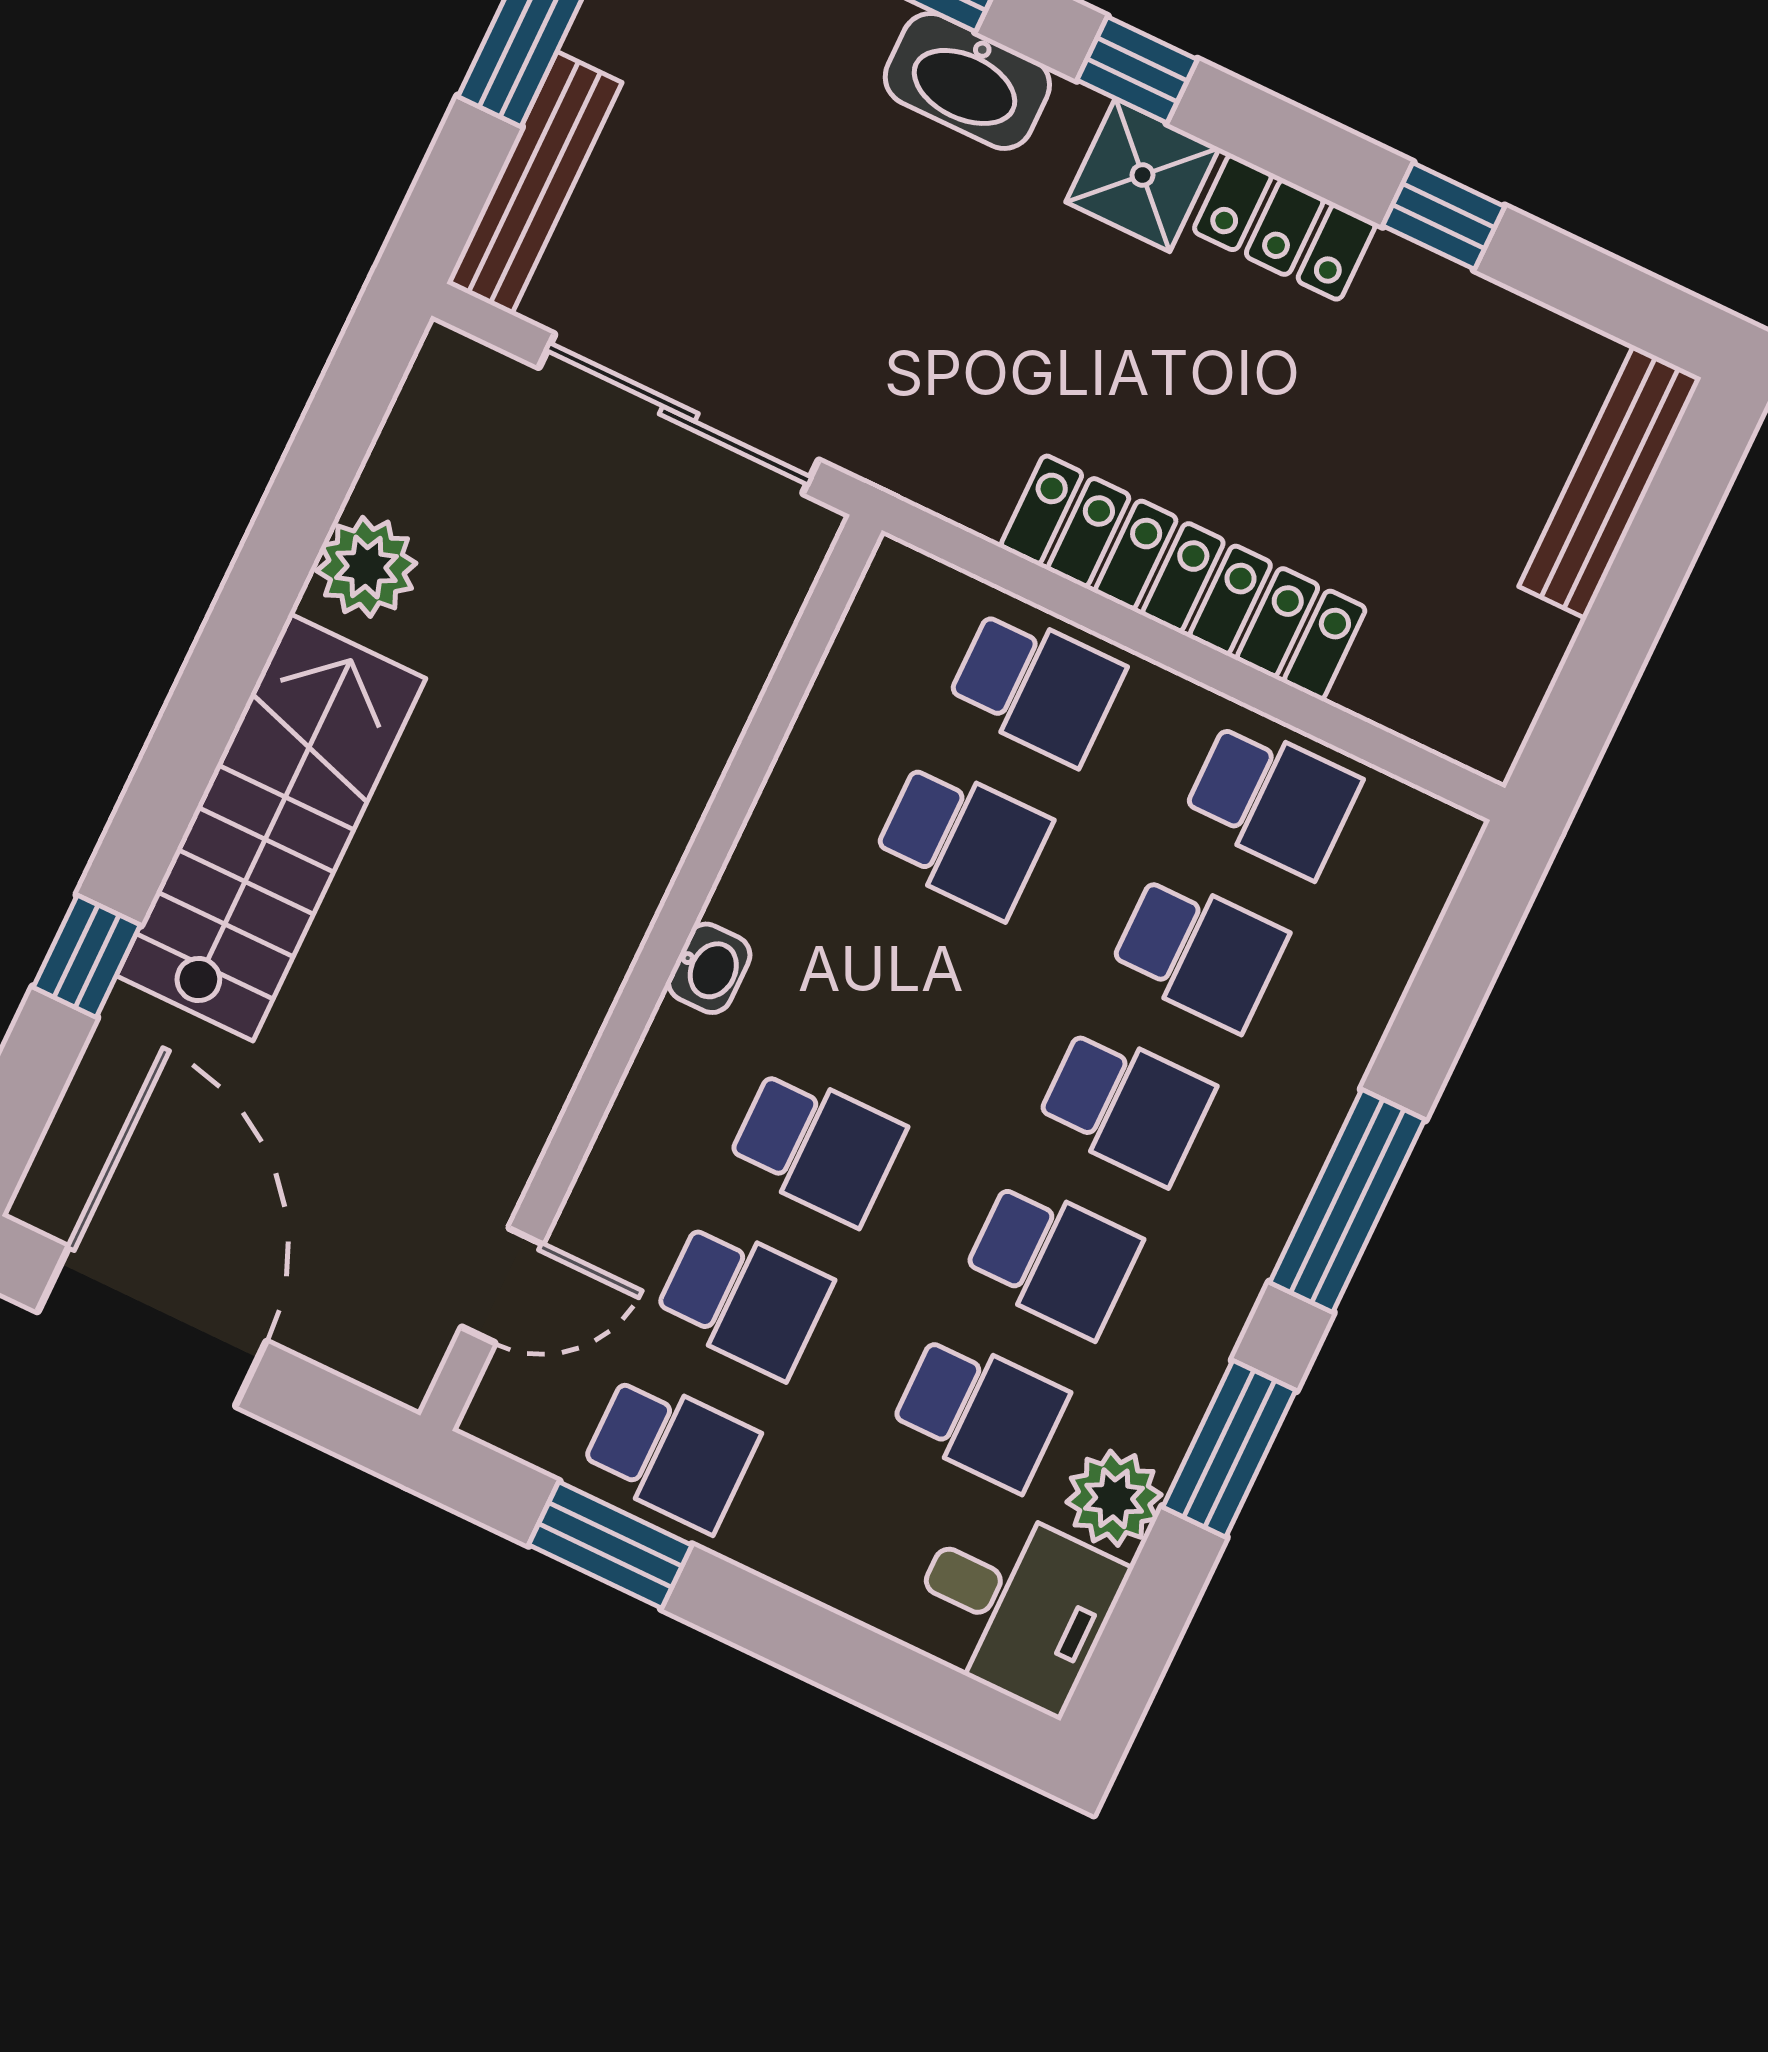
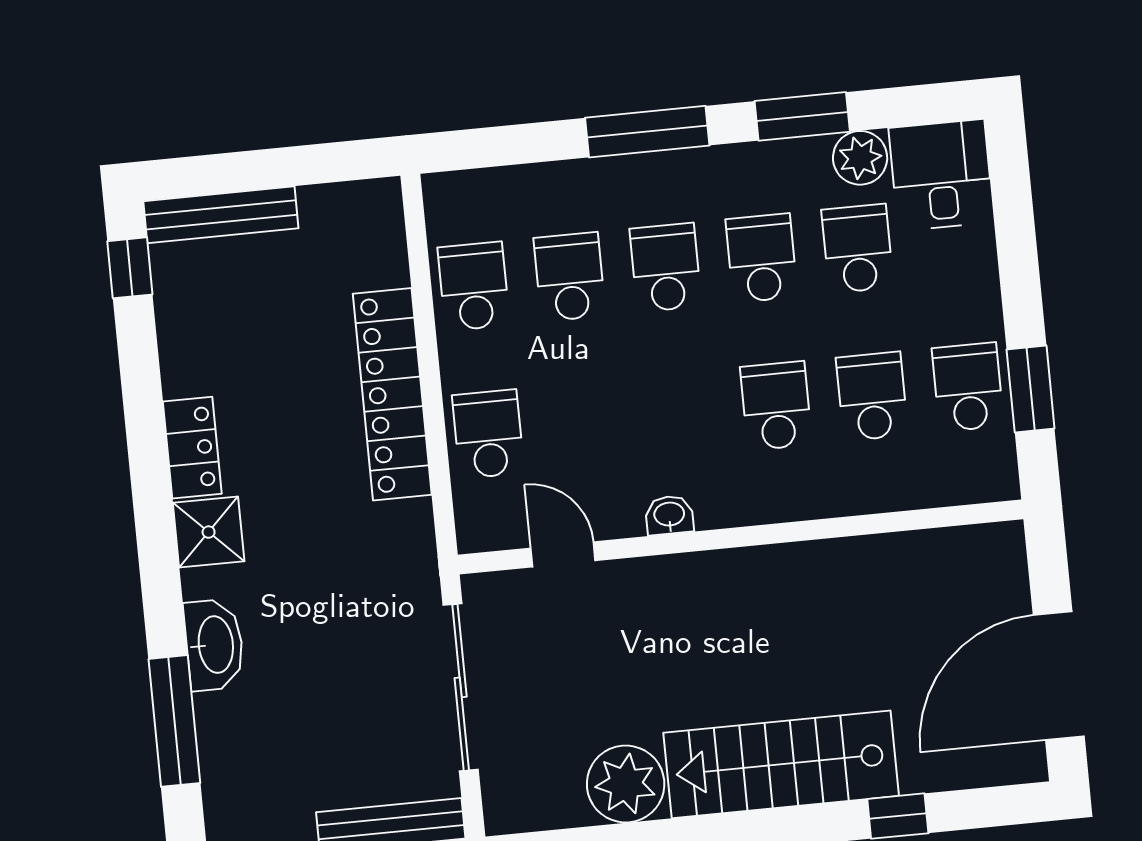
window: (1137, 70) -> (159, 565), removed
window: (1444, 216) -> (130, 268), moved
plant: (366, 567) -> (626, 784), width x1.36, depth x1.36
school desk: (963, 839) -> (584, 425), removed
washbasin: (709, 968) -> (669, 515), moved
door: (502, 1286) -> (563, 554), moved

